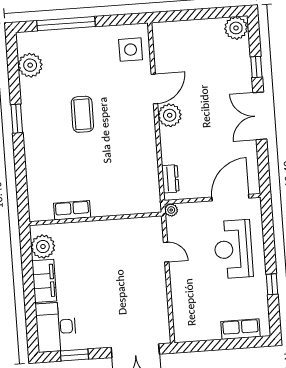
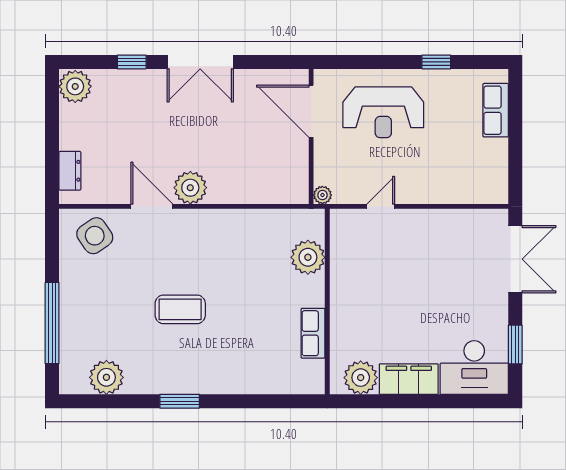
side table: (131, 50) -> (95, 236), turned -34
dresser: (170, 179) -> (70, 171), moved, turned 90
plant: (126, 203) -> (308, 257), added

